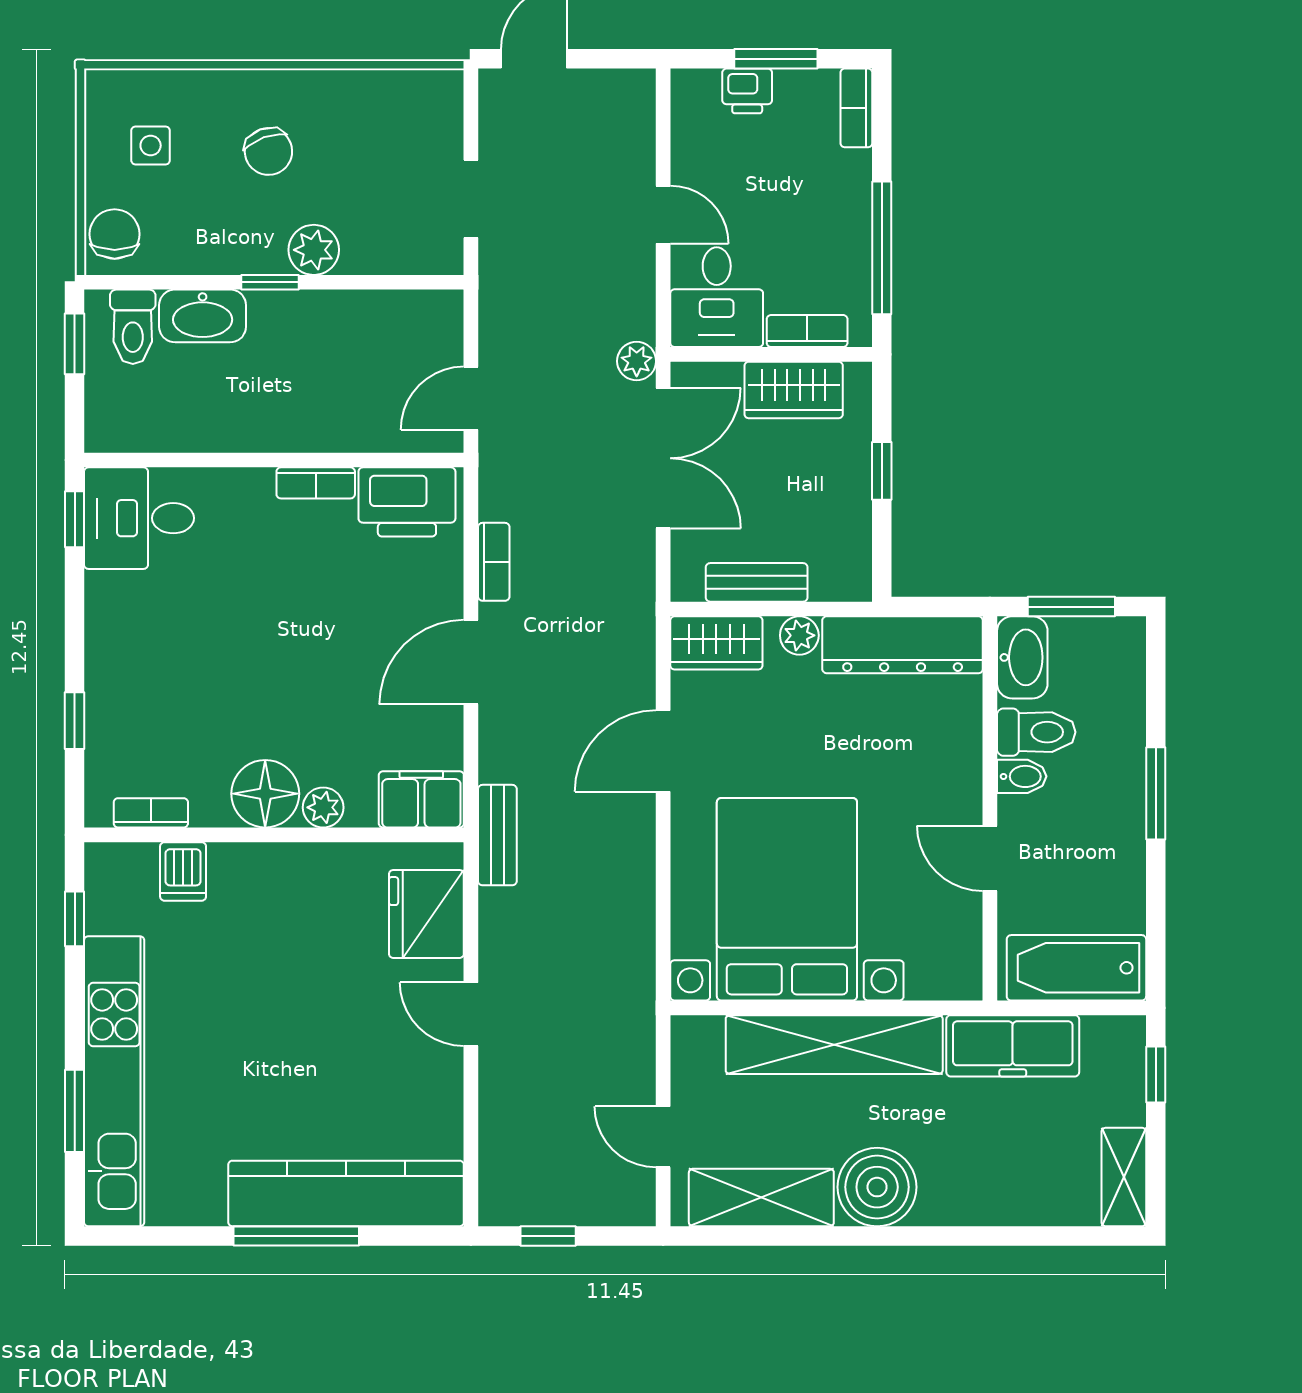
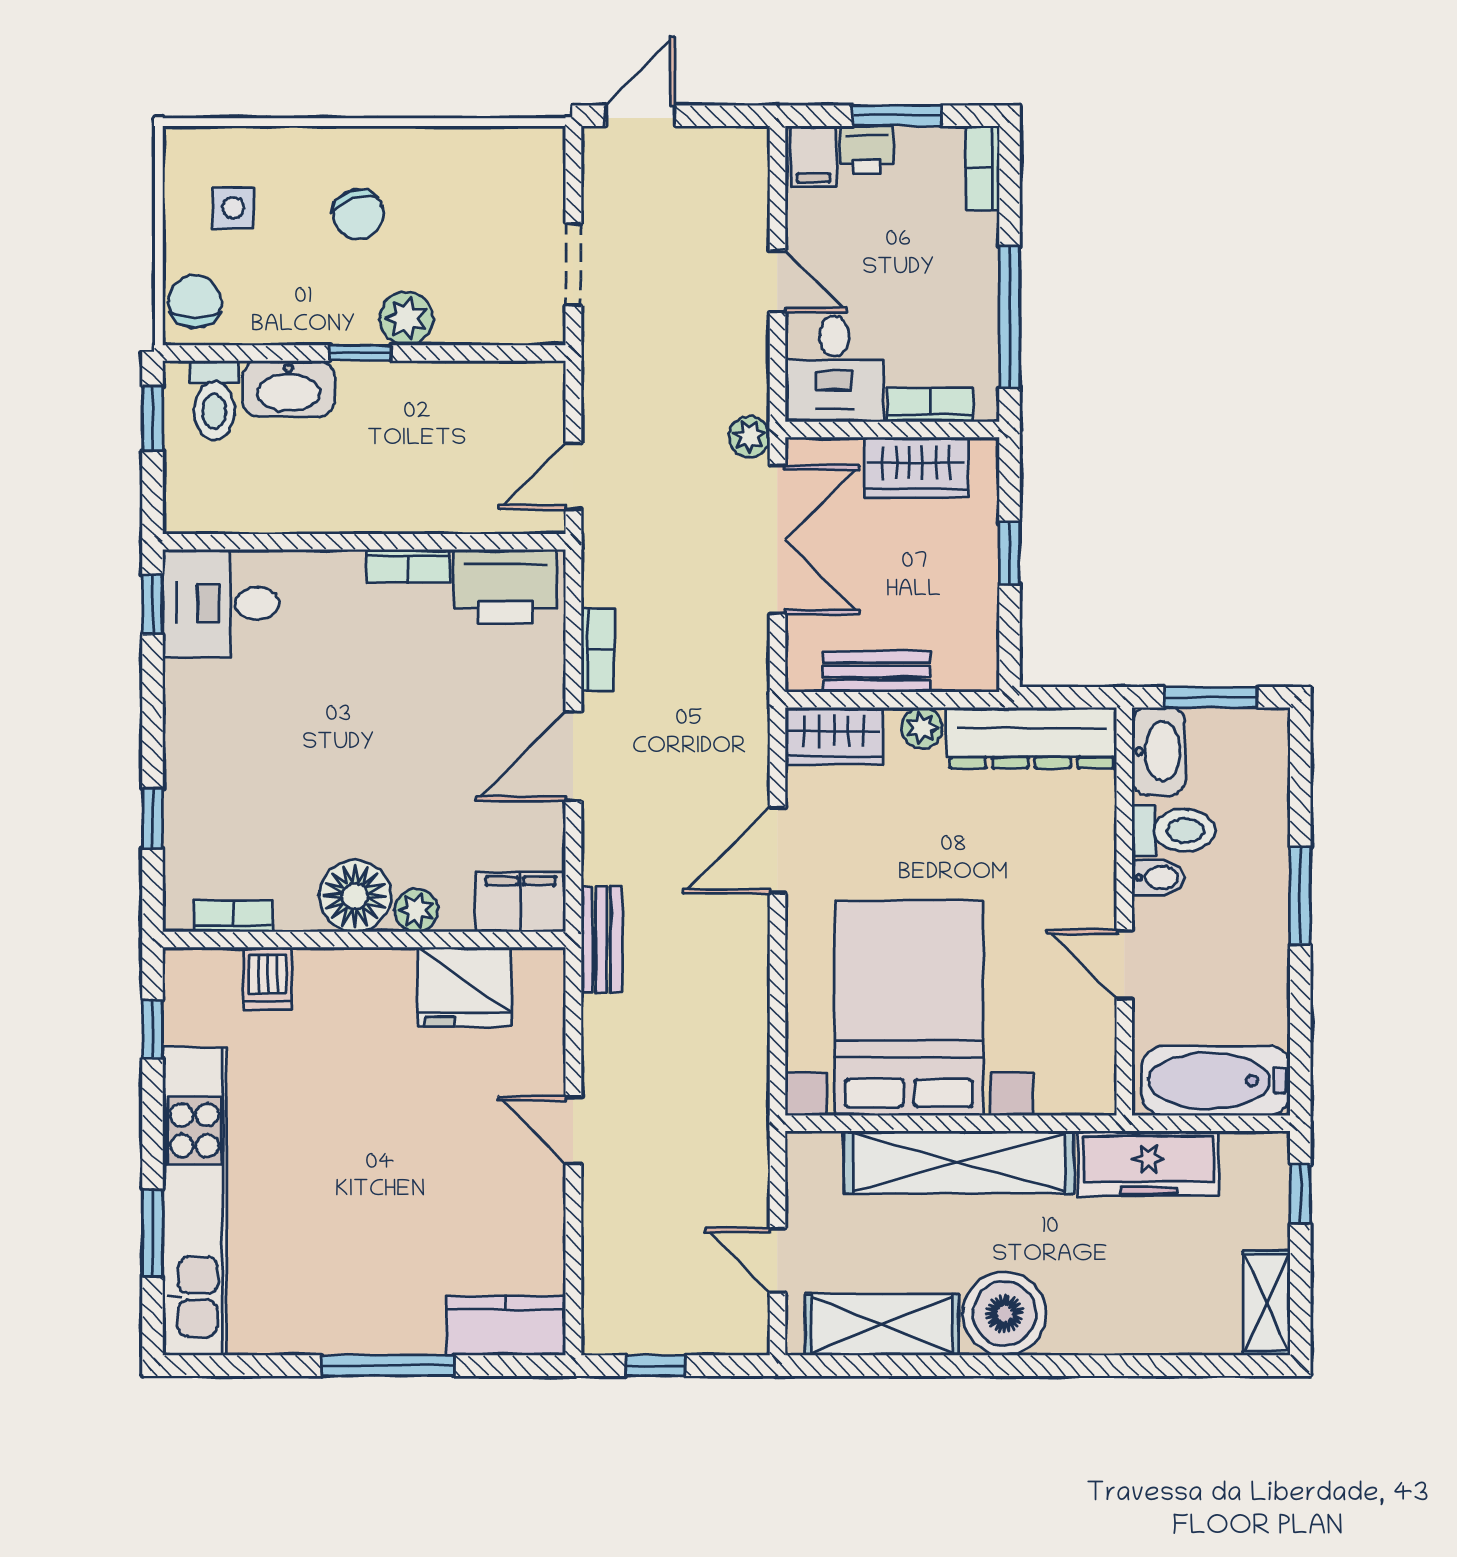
filing cabinet: (697, 97) -> (813, 156), added
fridge: (426, 914) -> (464, 987), moved, turned -90
kitchen counter: (346, 1193) -> (506, 1325), width x0.48, depth x0.86

